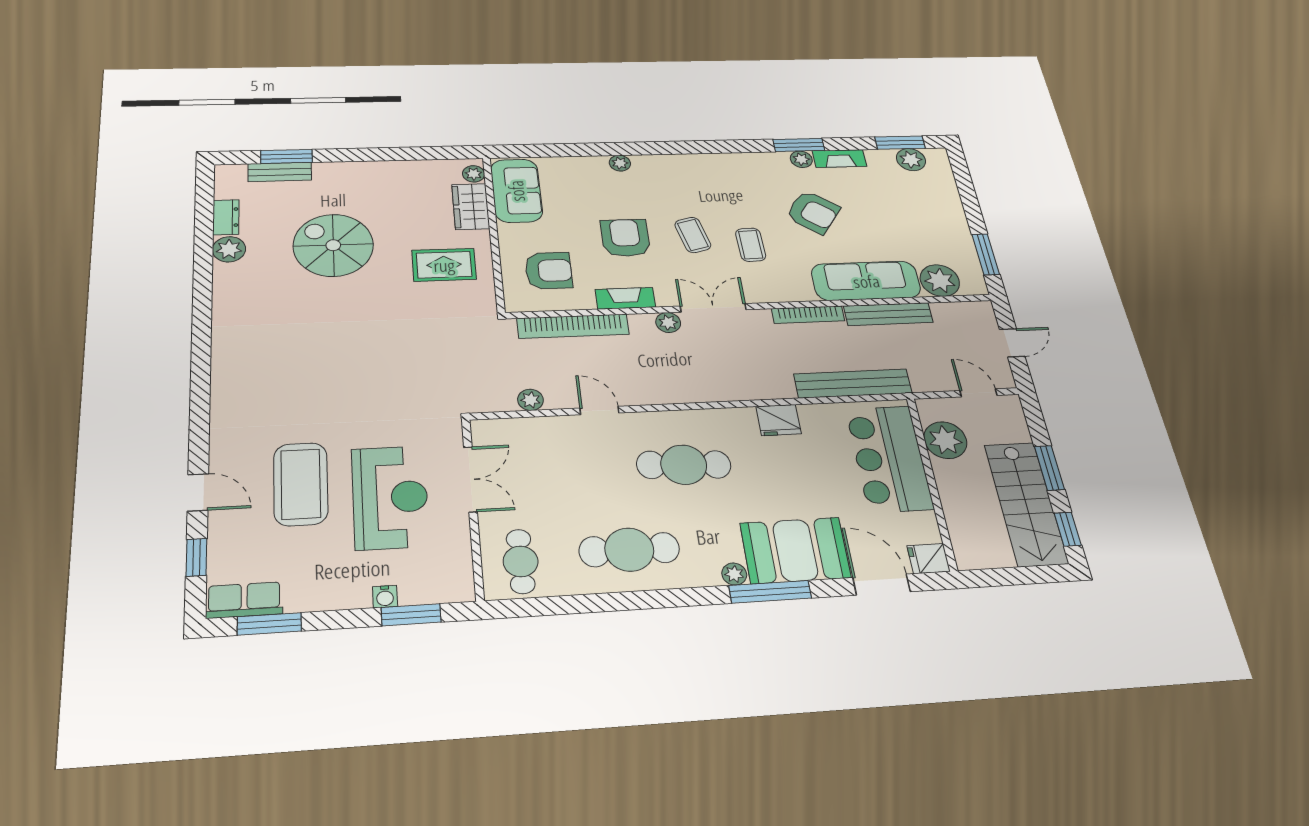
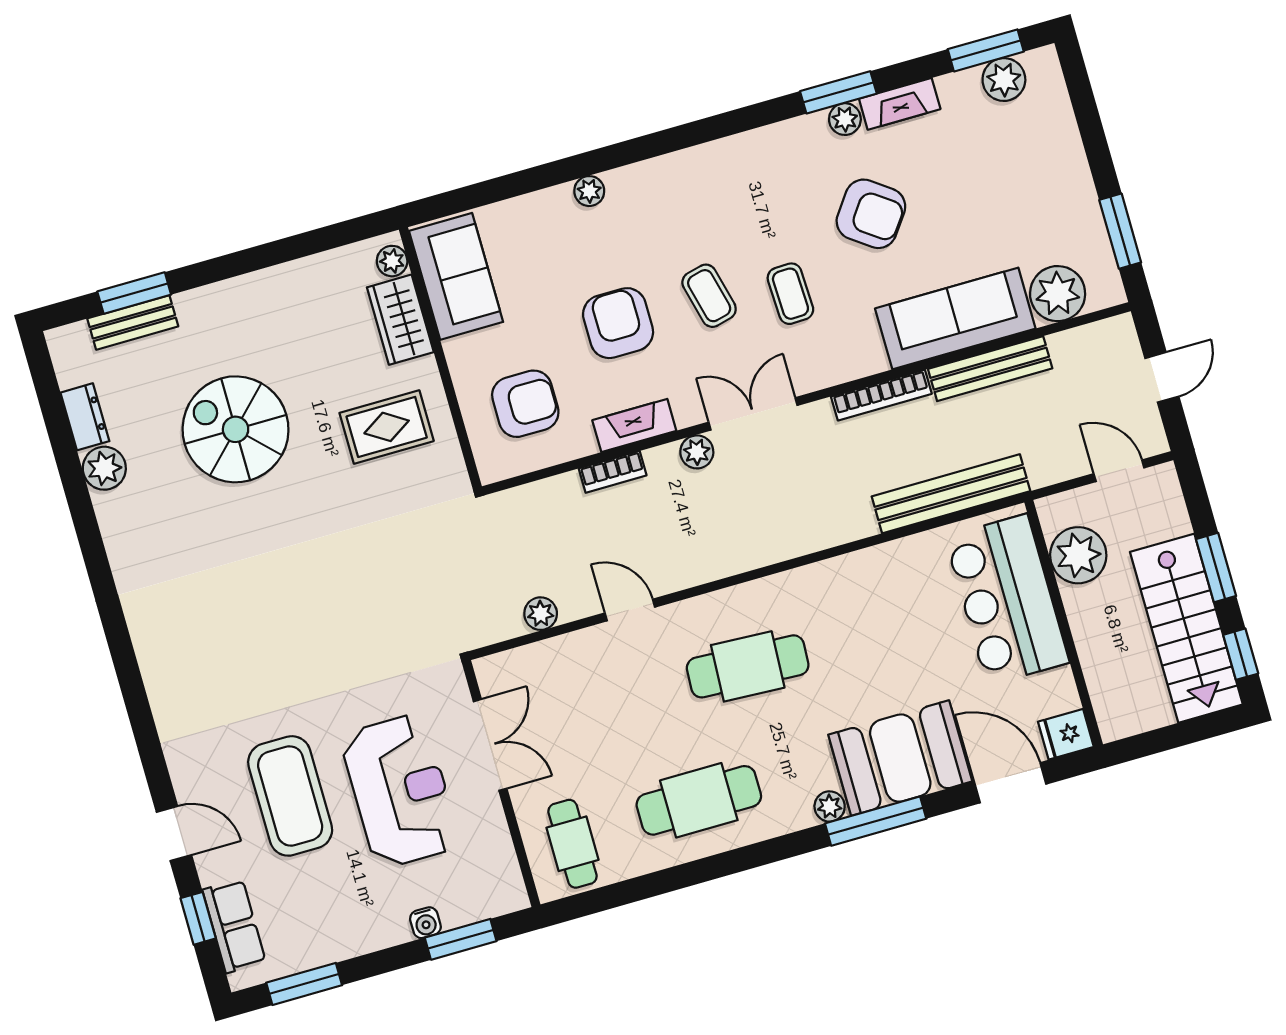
bookcase: (573, 326) -> (613, 472), width x0.43, depth x0.76
fridge: (779, 420) -> (860, 573), removed
row of seats: (244, 600) -> (234, 926), moved, turned 90

